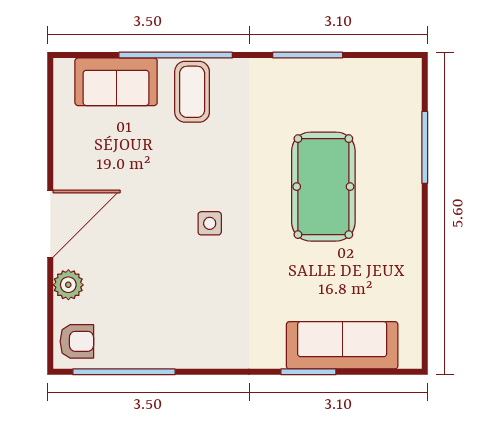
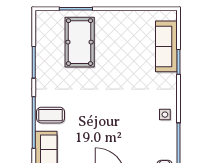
pool table: (323, 187) -> (80, 42), moved, turned 90
side table: (210, 223) -> (165, 115), moved

